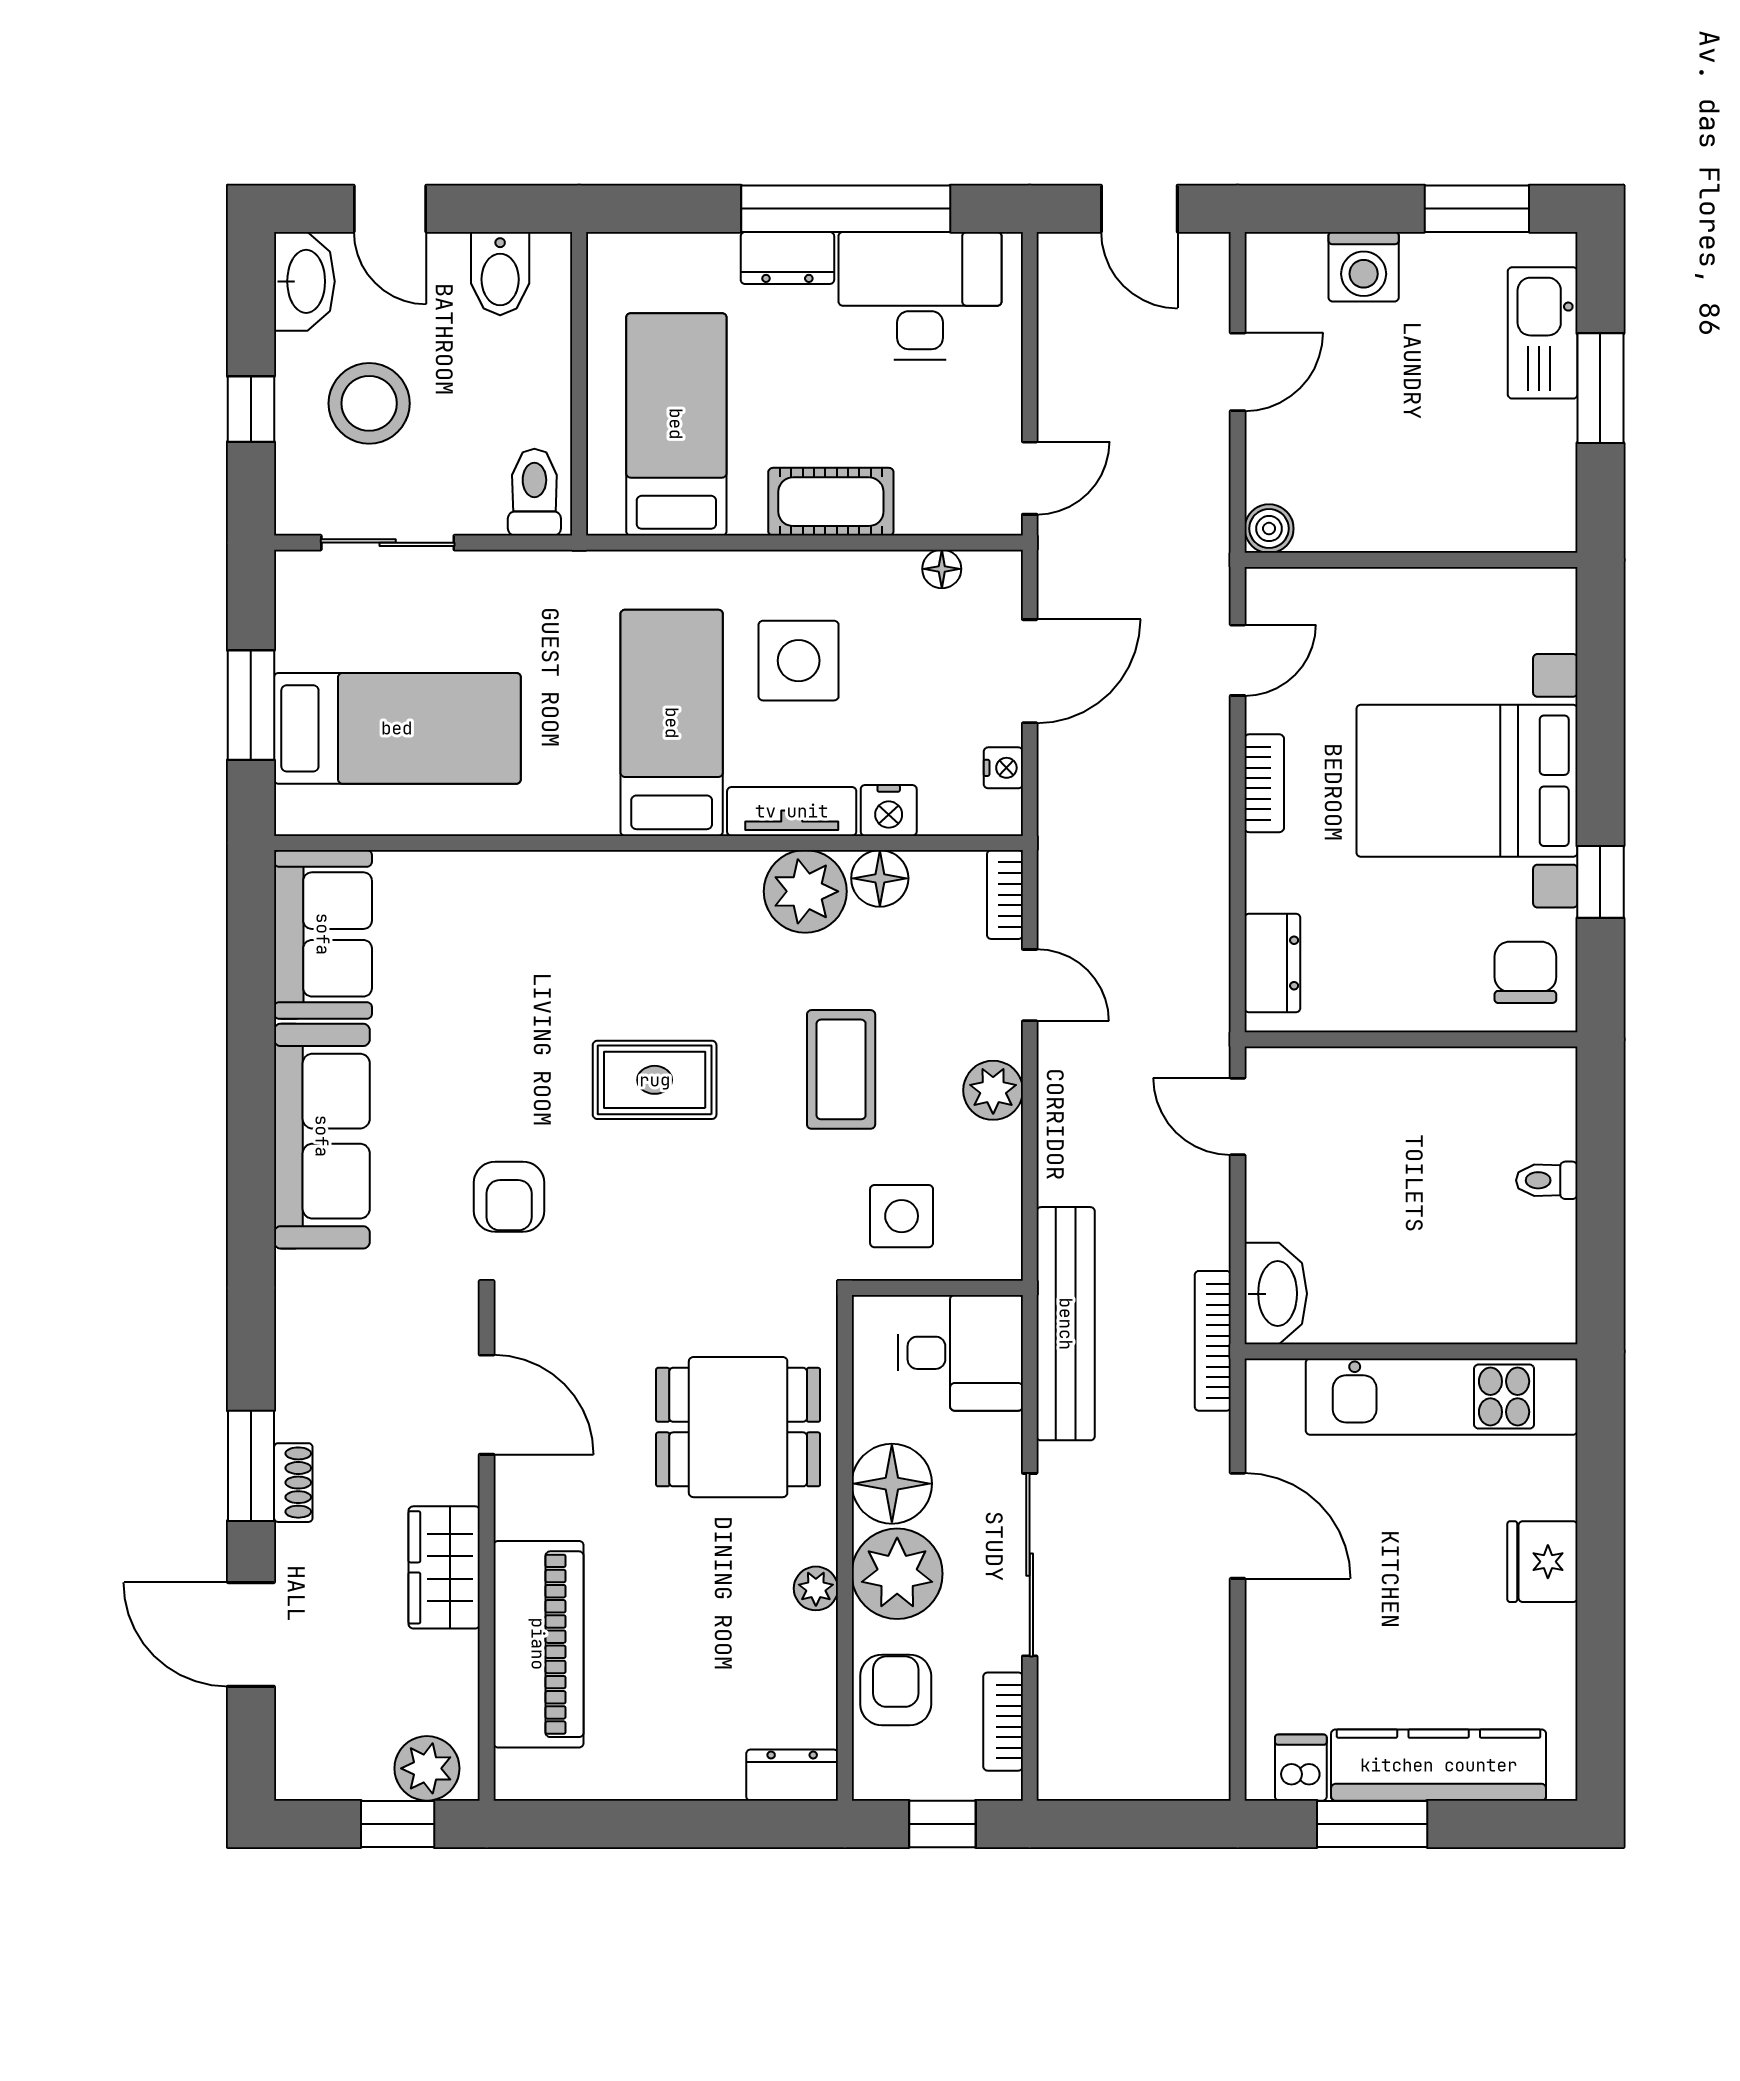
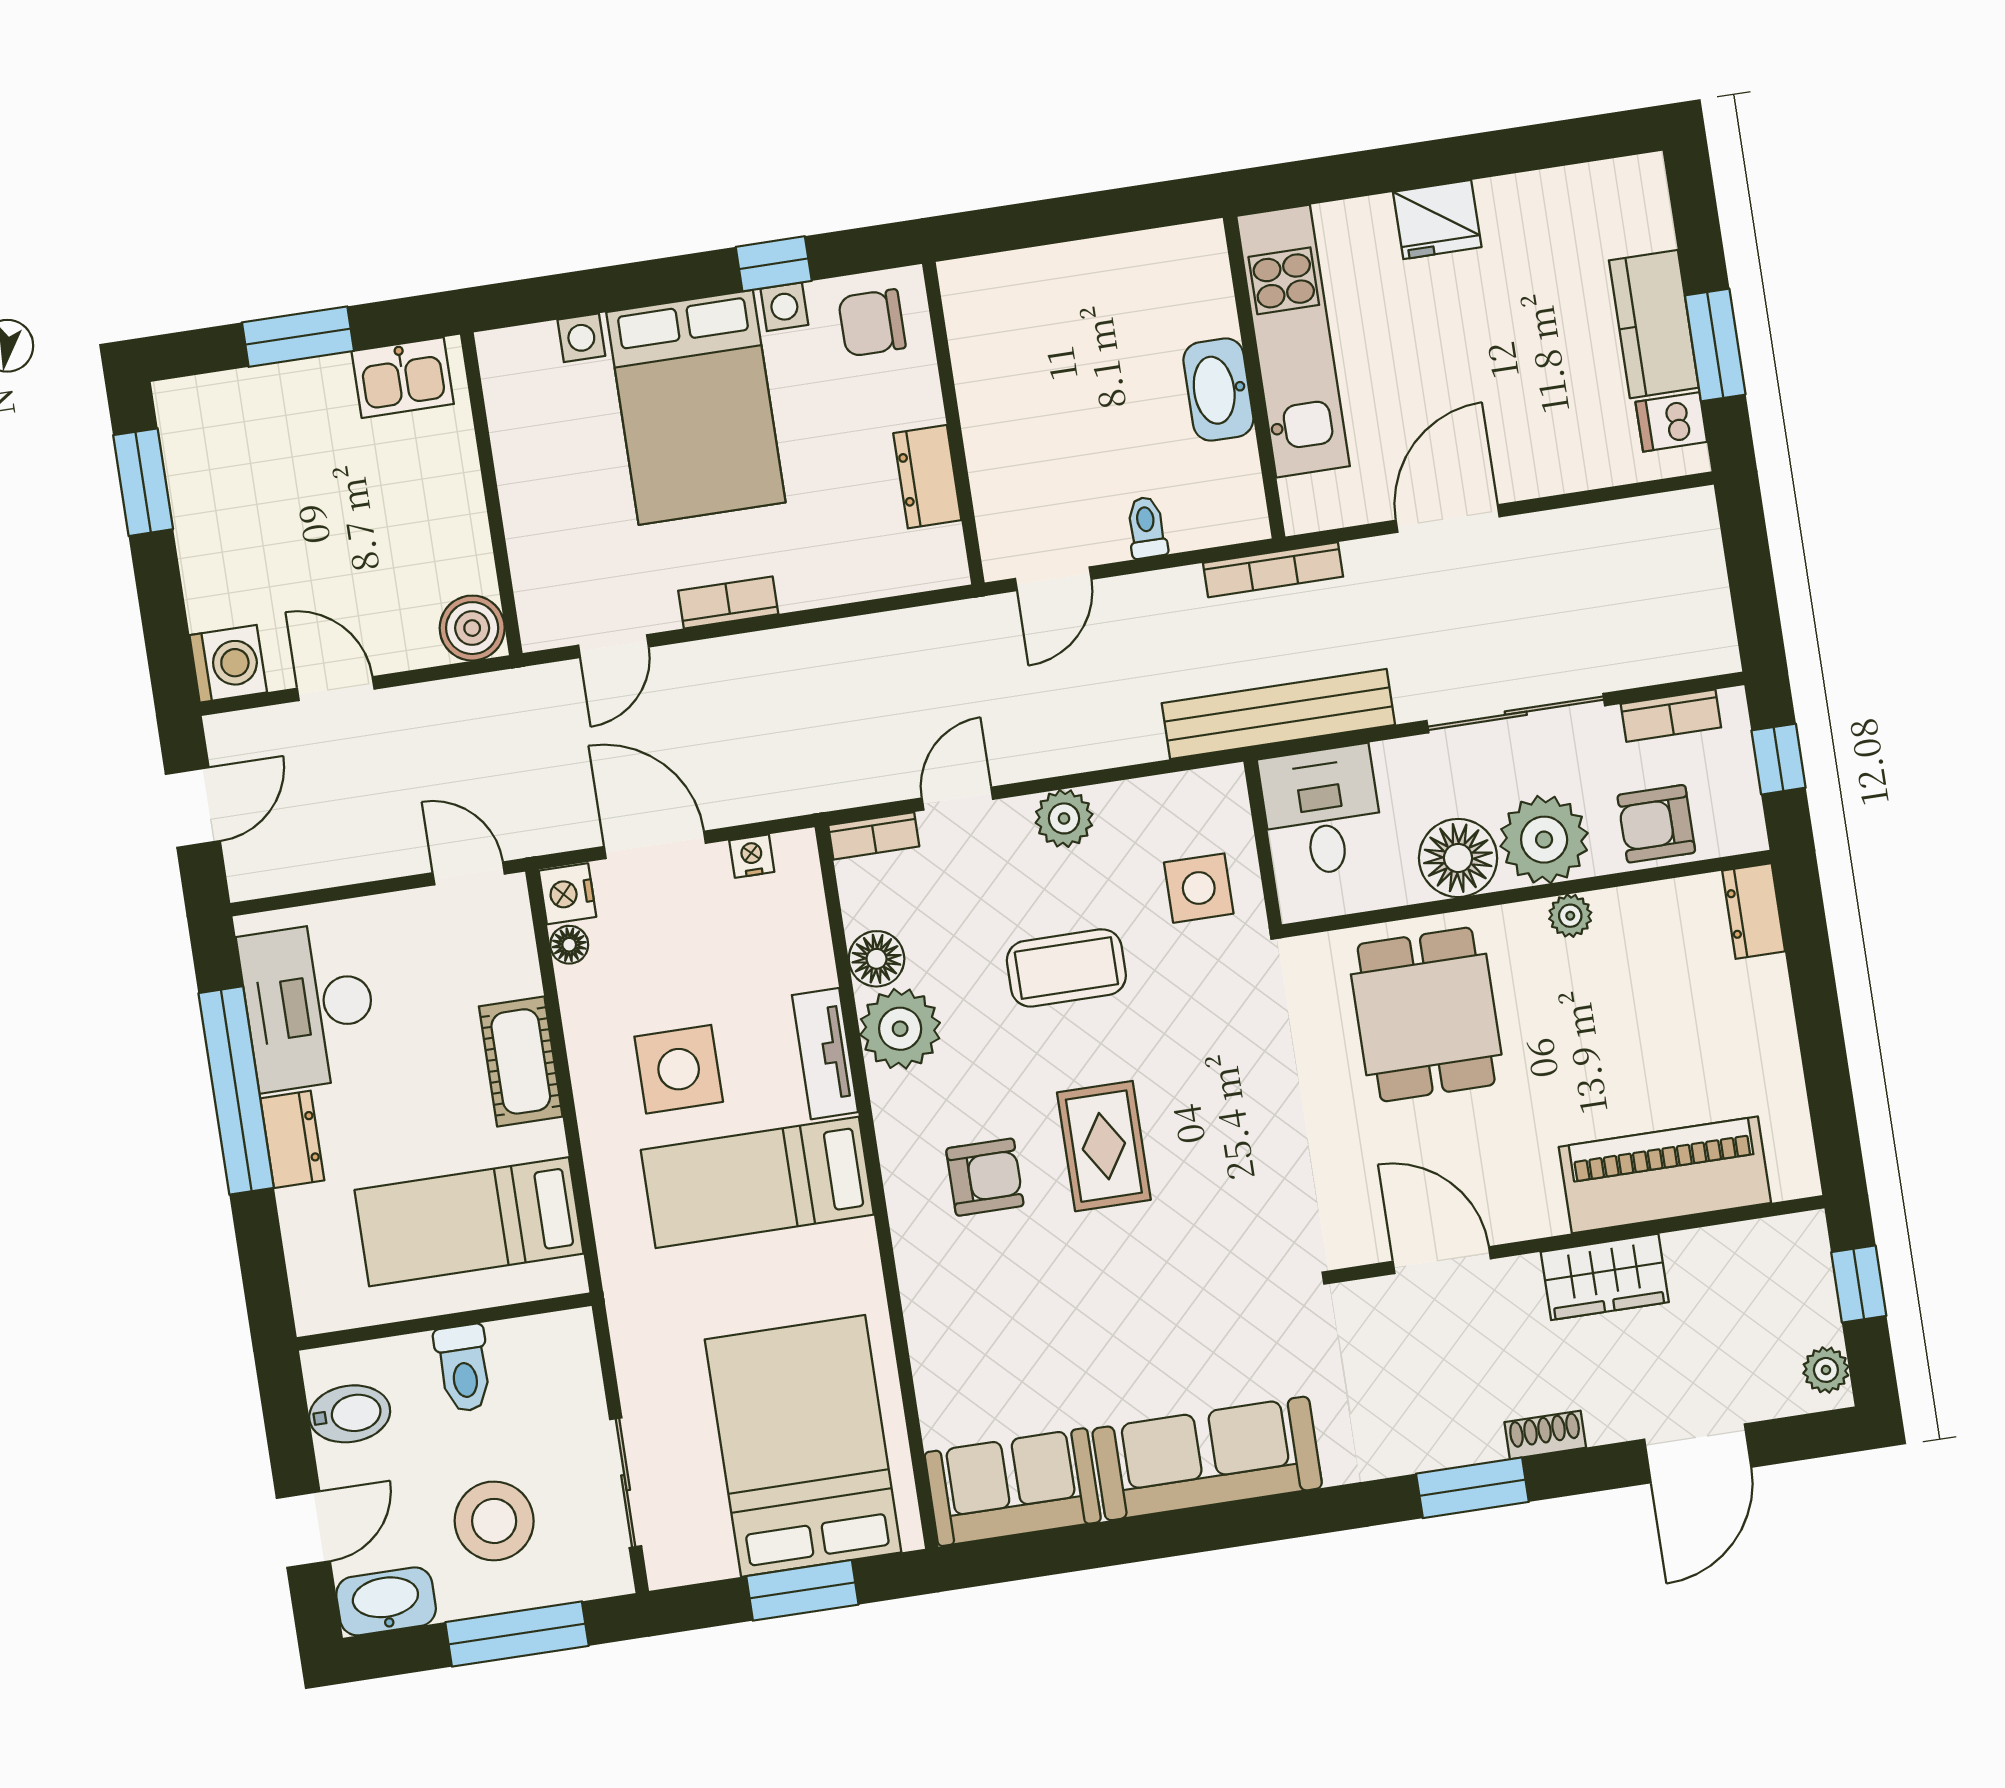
washing machine: (1364, 267) -> (228, 664), moved
kitchen sink: (1543, 333) -> (403, 378), moved, width x0.73
window: (251, 409) -> (517, 1634), width x2.17
toilet: (534, 492) -> (464, 1368), moved, turned -90
boiler: (1269, 529) -> (472, 628), width x1.36, depth x1.36
door: (1238, 660) -> (614, 646), swing flipped
bed: (397, 728) -> (803, 1446), width x1.50
nightstand: (889, 810) -> (568, 894), moved, turned 180
dresser: (1272, 963) -> (927, 477), moved, turned -90
toilet: (1547, 1180) -> (1147, 527), moved, turned 180
armchair: (509, 1197) -> (985, 1177), moved
washbasin: (1276, 1294) -> (1218, 390), moved, turned -90
door: (487, 1405) -> (1442, 1260), hinge flipped
window: (251, 1466) -> (1472, 1488), moved
kitchen counter: (1439, 1765) -> (1654, 324), width x0.67
plant: (427, 1768) -> (1826, 1370), moved, width x0.73, depth x0.73

